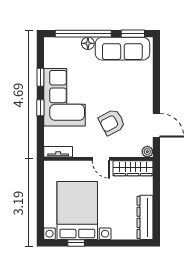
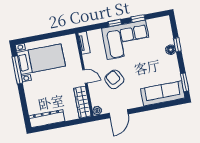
window: (83, 34) -> (177, 45), width x0.32
sofa: (122, 49) -> (163, 93), moved, turned 90
door: (101, 159) -> (85, 76), swing flipped
bed with nightstands: (77, 210) -> (41, 59), width x0.73
window: (76, 243) -> (17, 70), width x2.17

